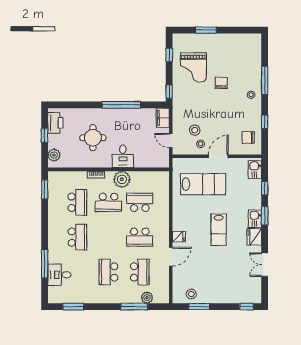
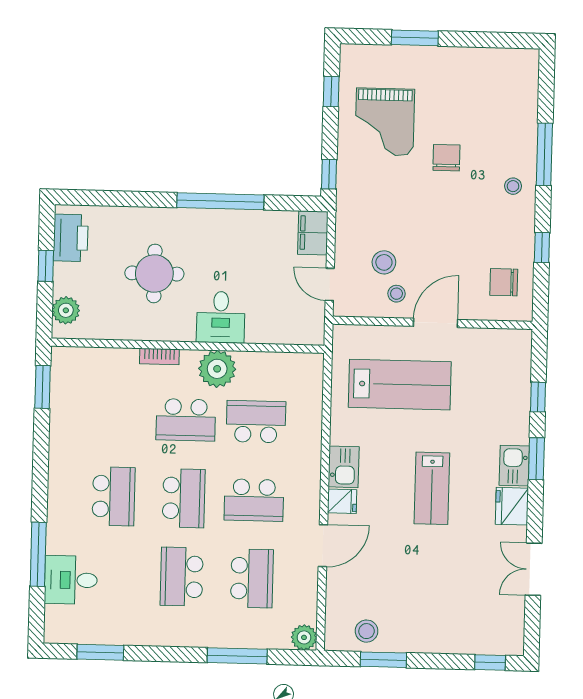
kitchen sink: (255, 170) -> (344, 467), moved, turned 180
school desk: (77, 202) -> (184, 498), moved
plant: (147, 298) -> (304, 637), moved

